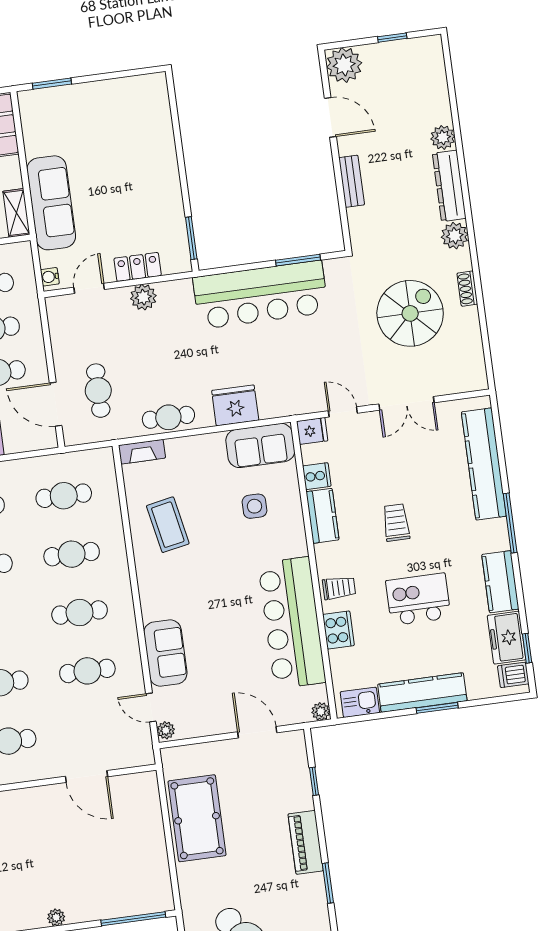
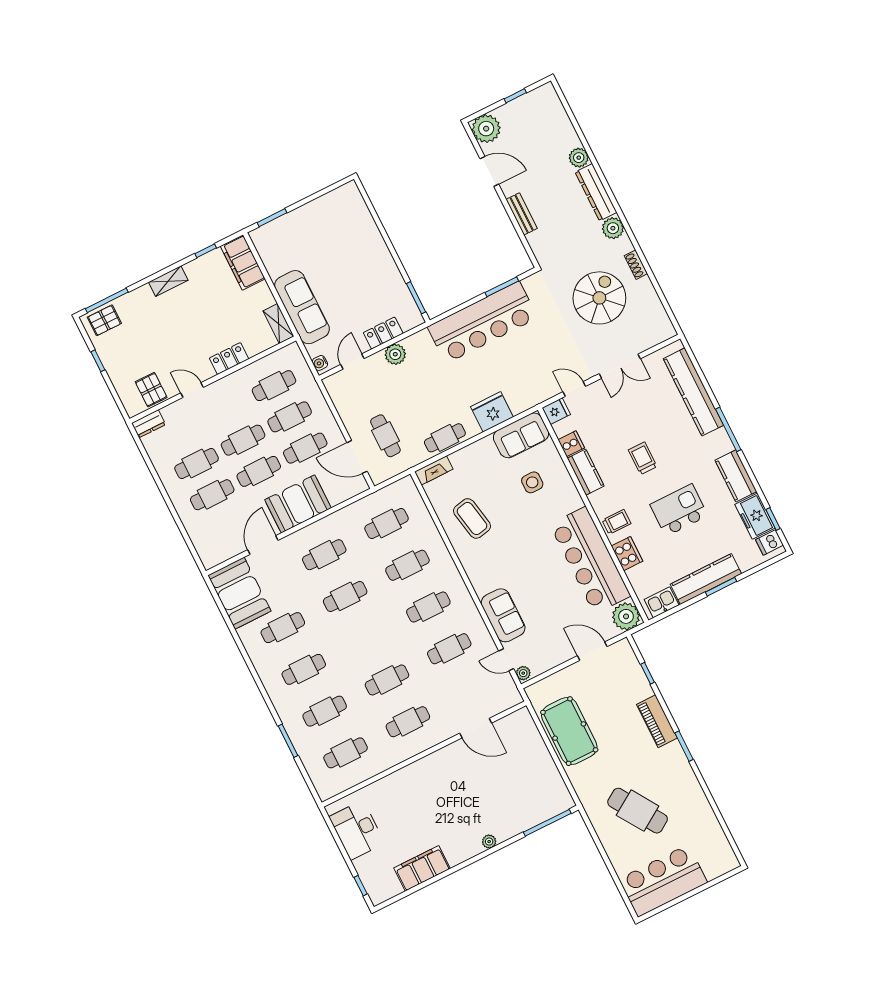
plant: (321, 712) -> (626, 616), width x1.88, depth x1.88

